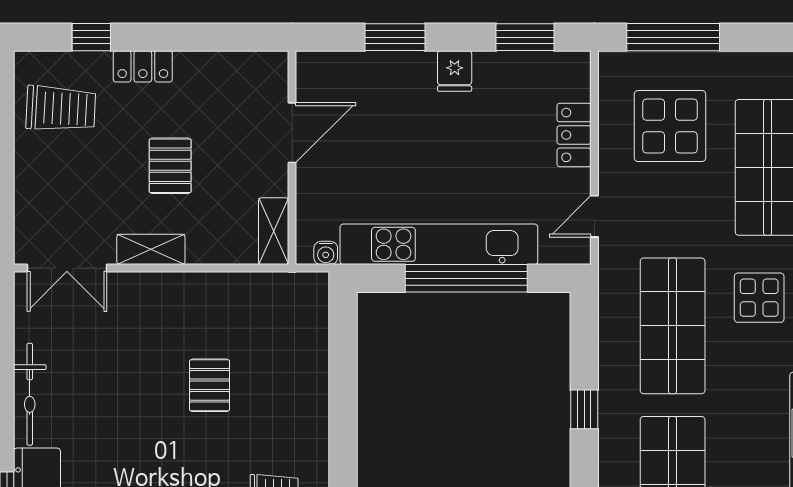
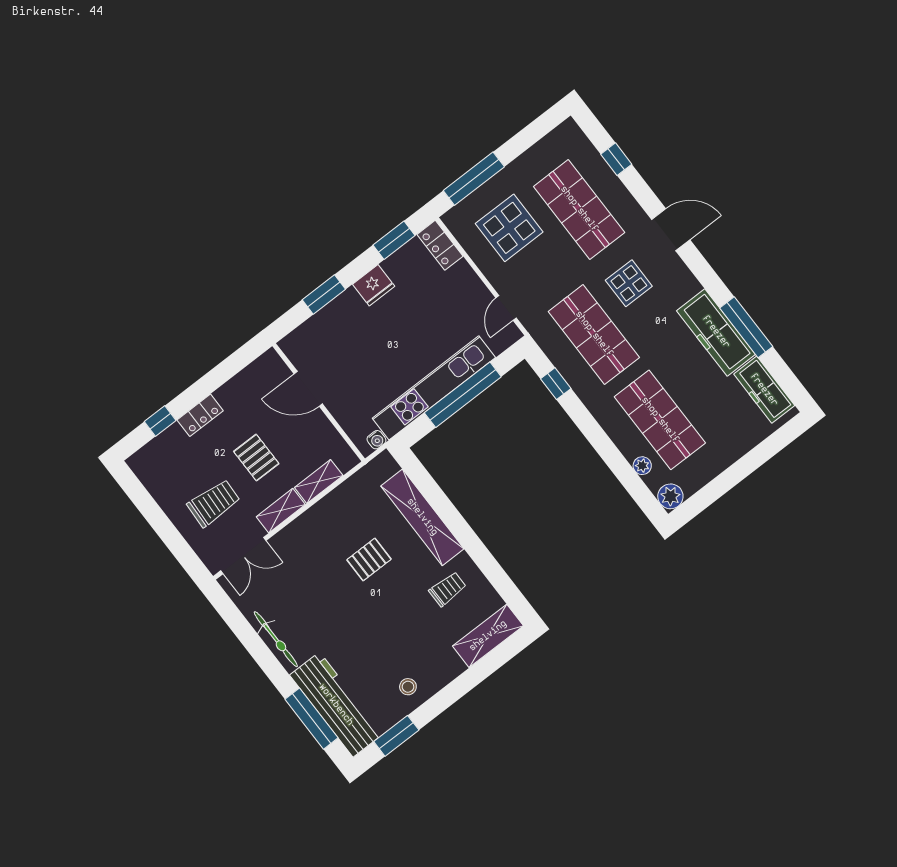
fridge: (455, 71) -> (374, 285), width x1.38
trolley: (61, 109) -> (214, 503), moved
door: (292, 133) -> (308, 389), swing flipped
locker: (574, 135) -> (440, 245), moved
shelving: (274, 231) -> (319, 481), moved, turned 90
shelving: (309, 384) -> (422, 517), added
pallet: (210, 385) -> (369, 559), turned 90
window: (584, 409) -> (556, 384), moved

